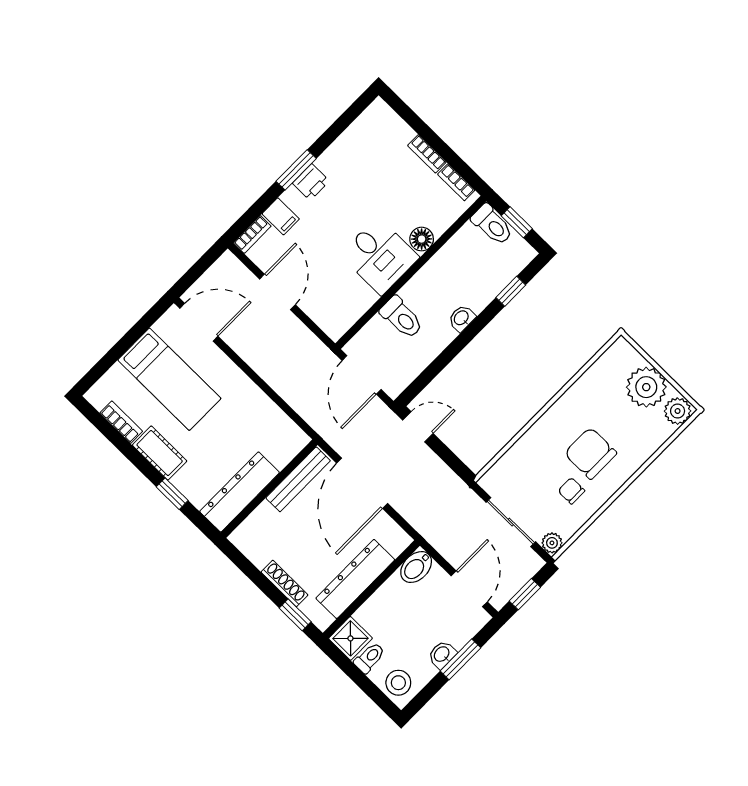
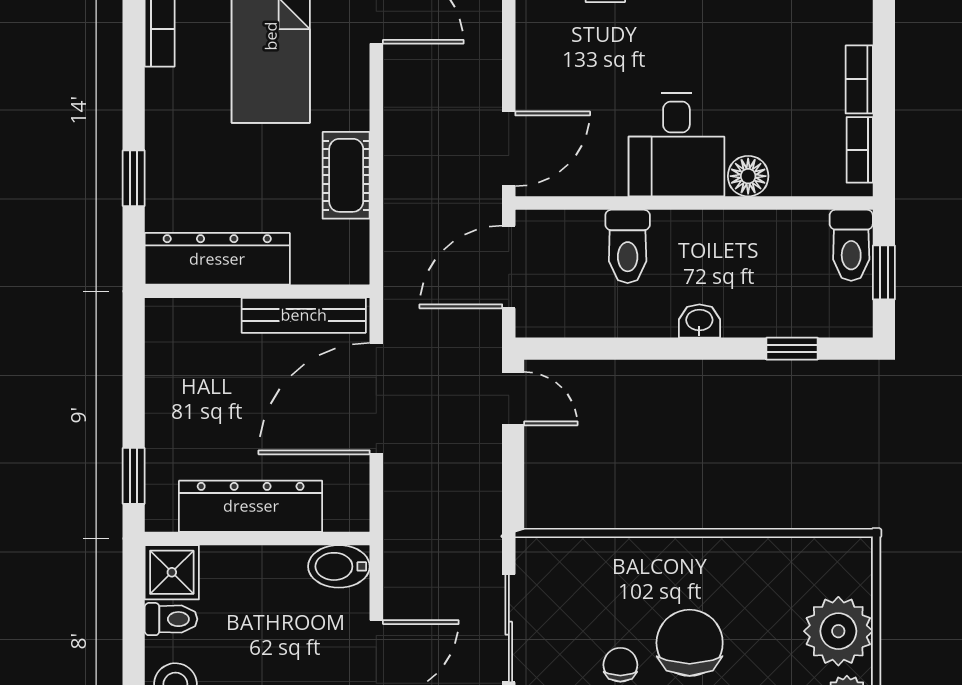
door: (277, 292) -> (509, 149), moved
cot: (160, 453) -> (346, 175), moved
shoe rack: (284, 583) -> (159, 425), removed

